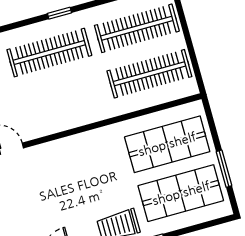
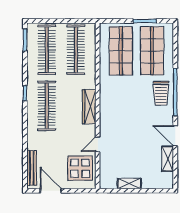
wardrobe: (66, 119) -> (89, 107), added

